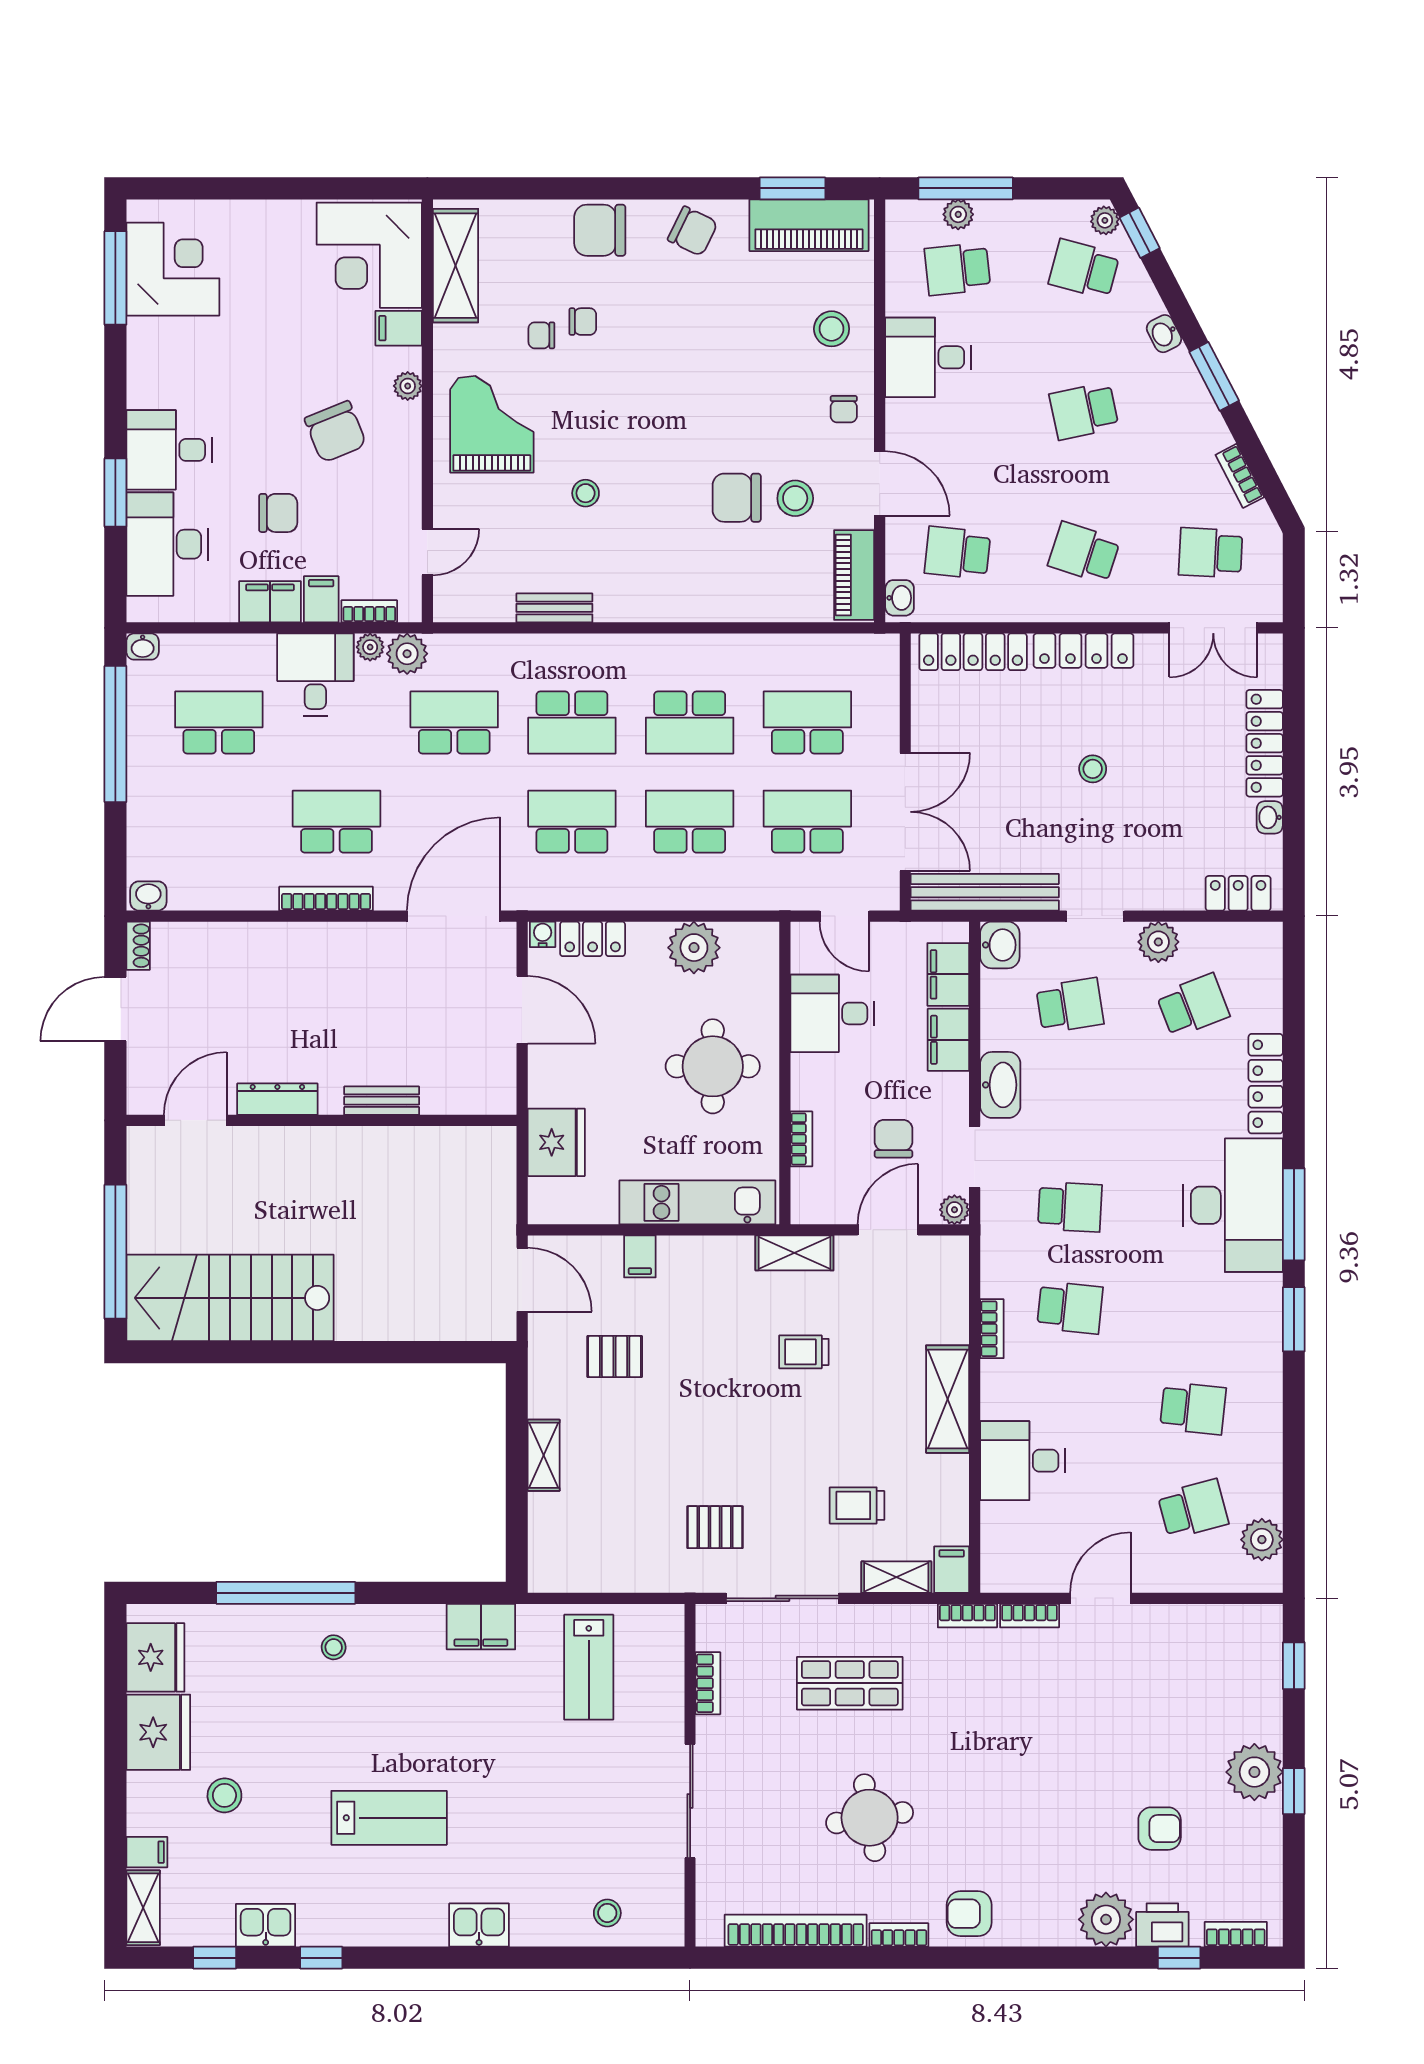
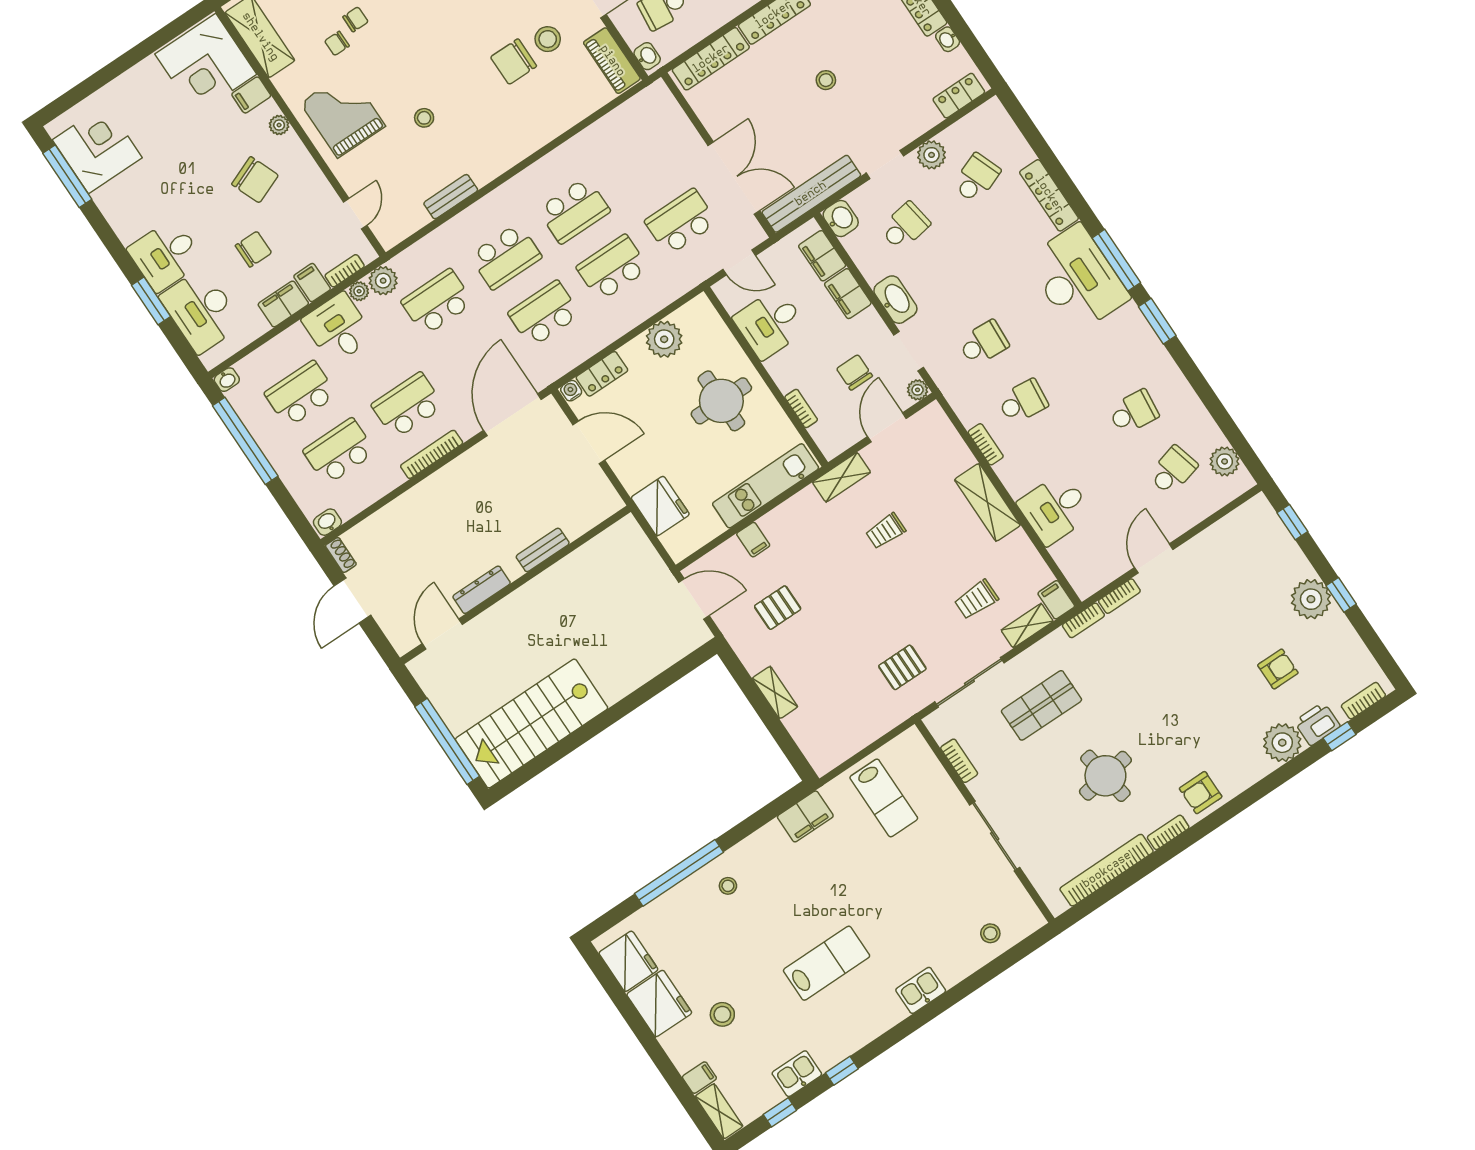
school desk: (807, 722) -> (339, 451), moved

